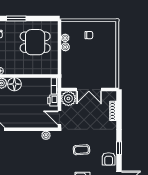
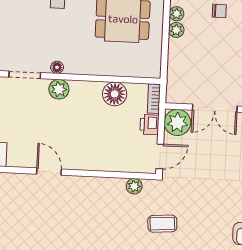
floor lamp: (14, 84) -> (115, 94), moved
door: (59, 118) -> (160, 156), swing flipped
coffee table: (81, 150) -> (162, 224), moved

